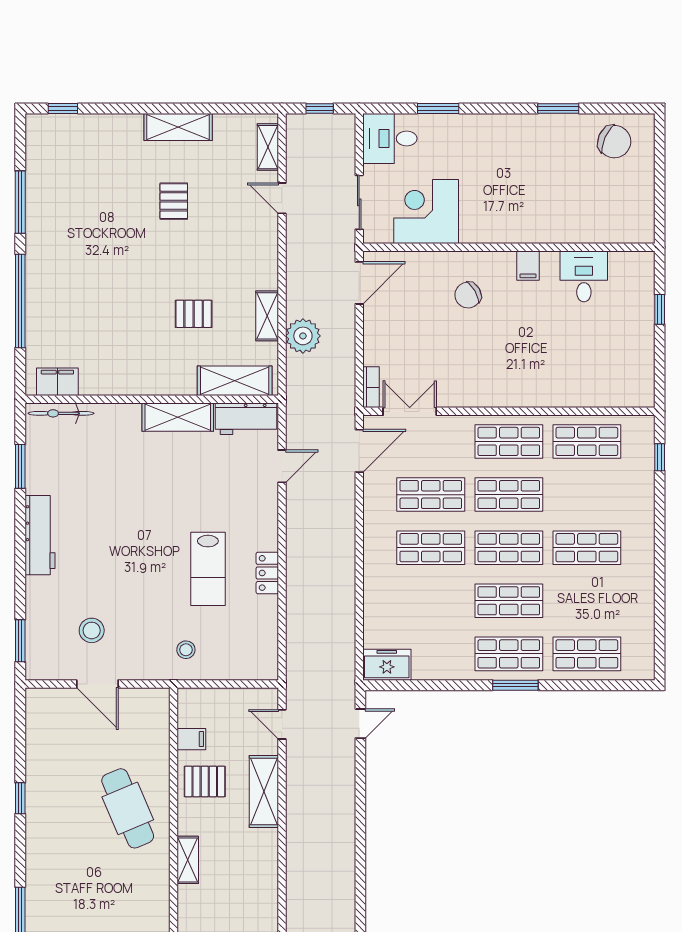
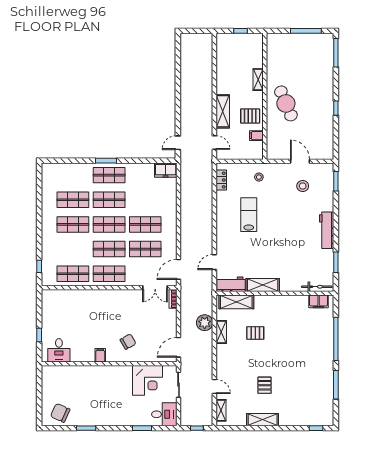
desk: (584, 276) -> (59, 350), moved
locker: (267, 573) -> (221, 180), moved
shop shelf: (587, 654) -> (73, 200), moved

